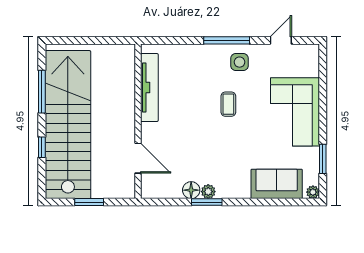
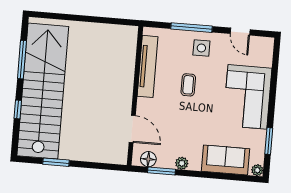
door: (281, 40) -> (240, 32), swing flipped
tv unit: (149, 88) -> (148, 66), moved
wall: (138, 121) -> (135, 96), moved
door: (138, 158) -> (132, 129), moved
plant: (208, 192) -> (182, 163), moved

